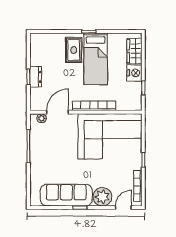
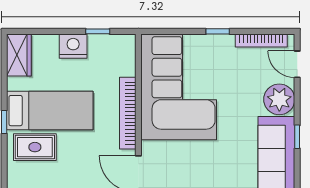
wardrobe: (134, 51) -> (19, 55), moved, turned -90

